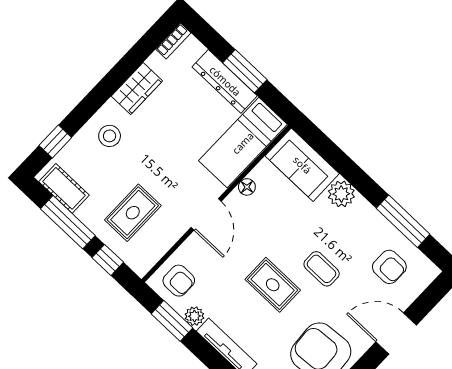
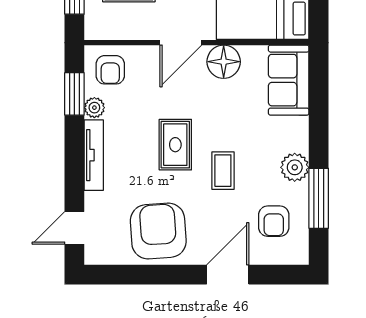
floor lamp: (247, 187) -> (224, 62), width x1.89, depth x1.89
plant: (341, 194) -> (295, 167), moved
door: (396, 333) -> (228, 275), hinge flipped

